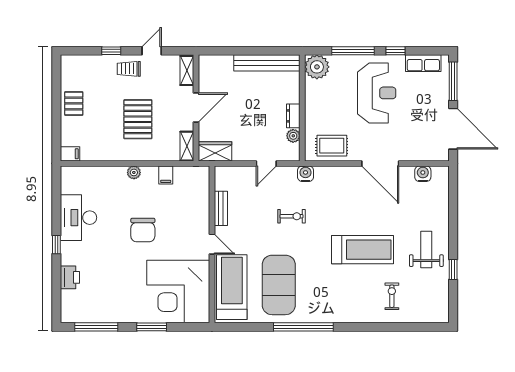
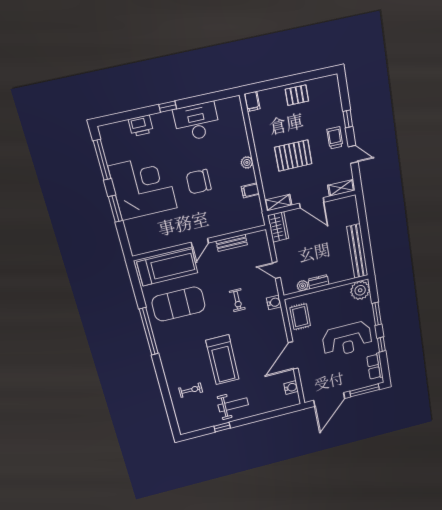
window: (353, 51) -> (377, 314), width x0.69
corner desk: (178, 291) -> (143, 187), moved, turned 90

